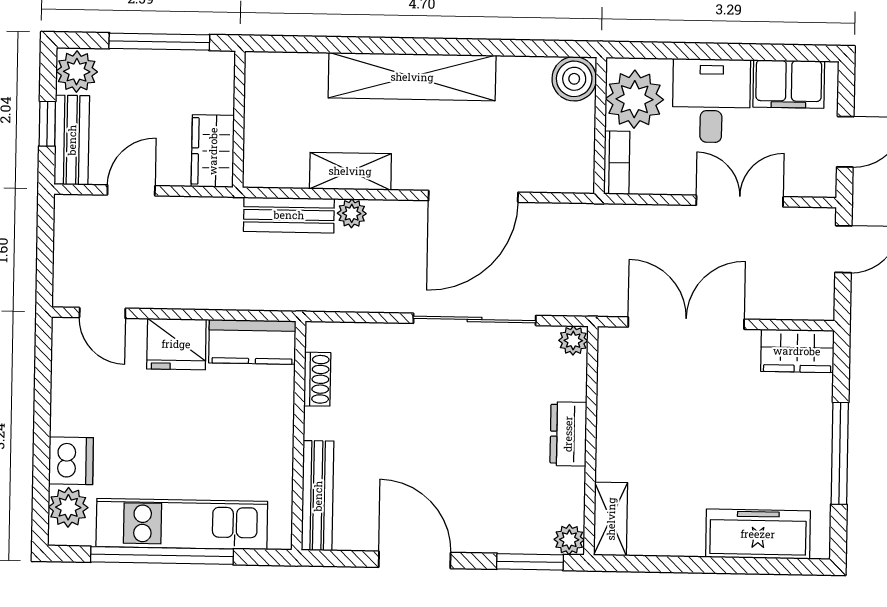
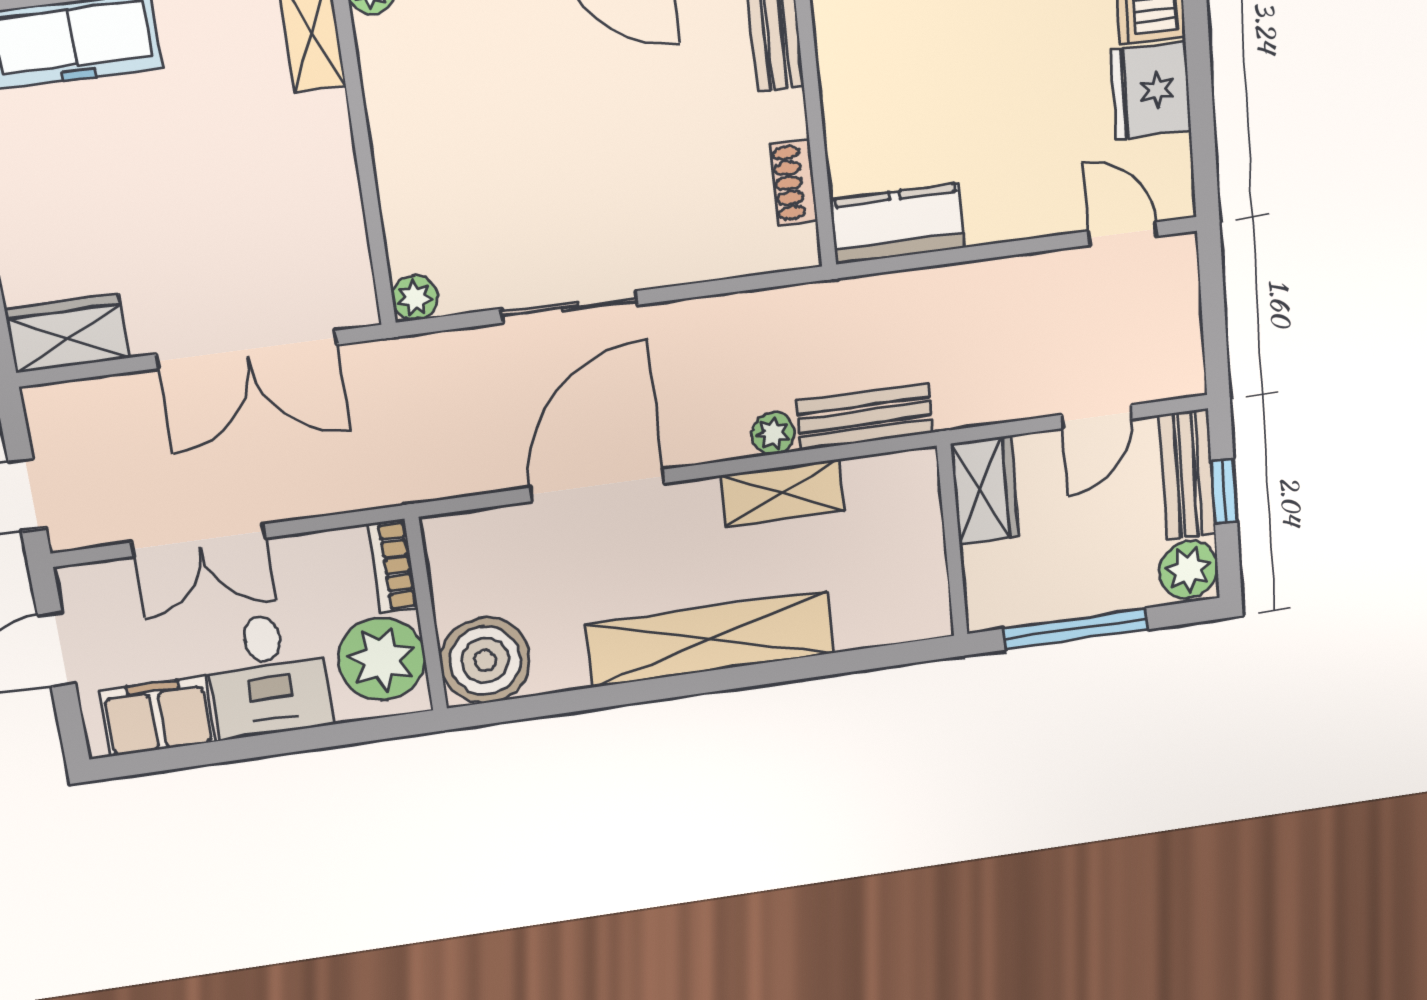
boiler: (574, 79) -> (485, 660), width x1.37, depth x1.37
sliding door: (475, 319) -> (569, 307), width x0.73
fridge: (176, 344) -> (1151, 91), moved, turned -90
dresser: (568, 434) -> (399, 155), removed

